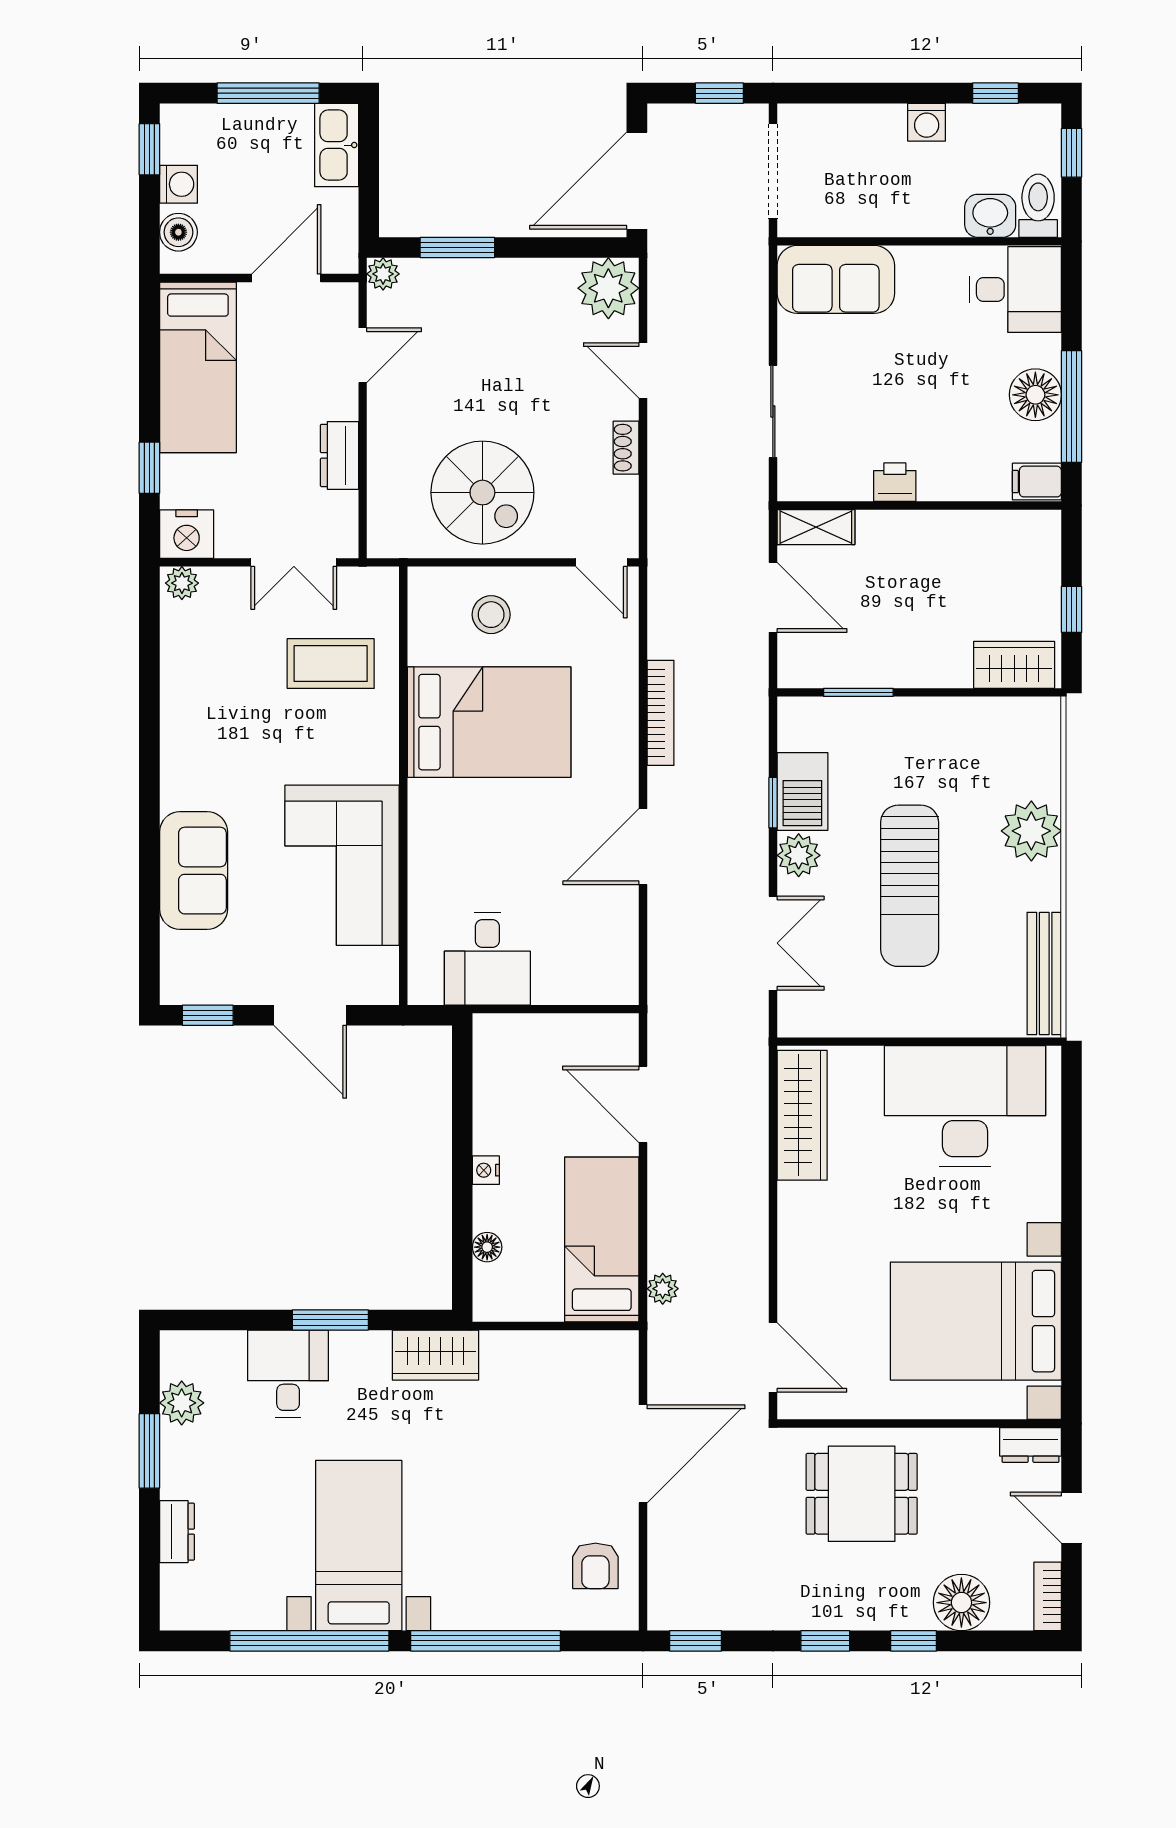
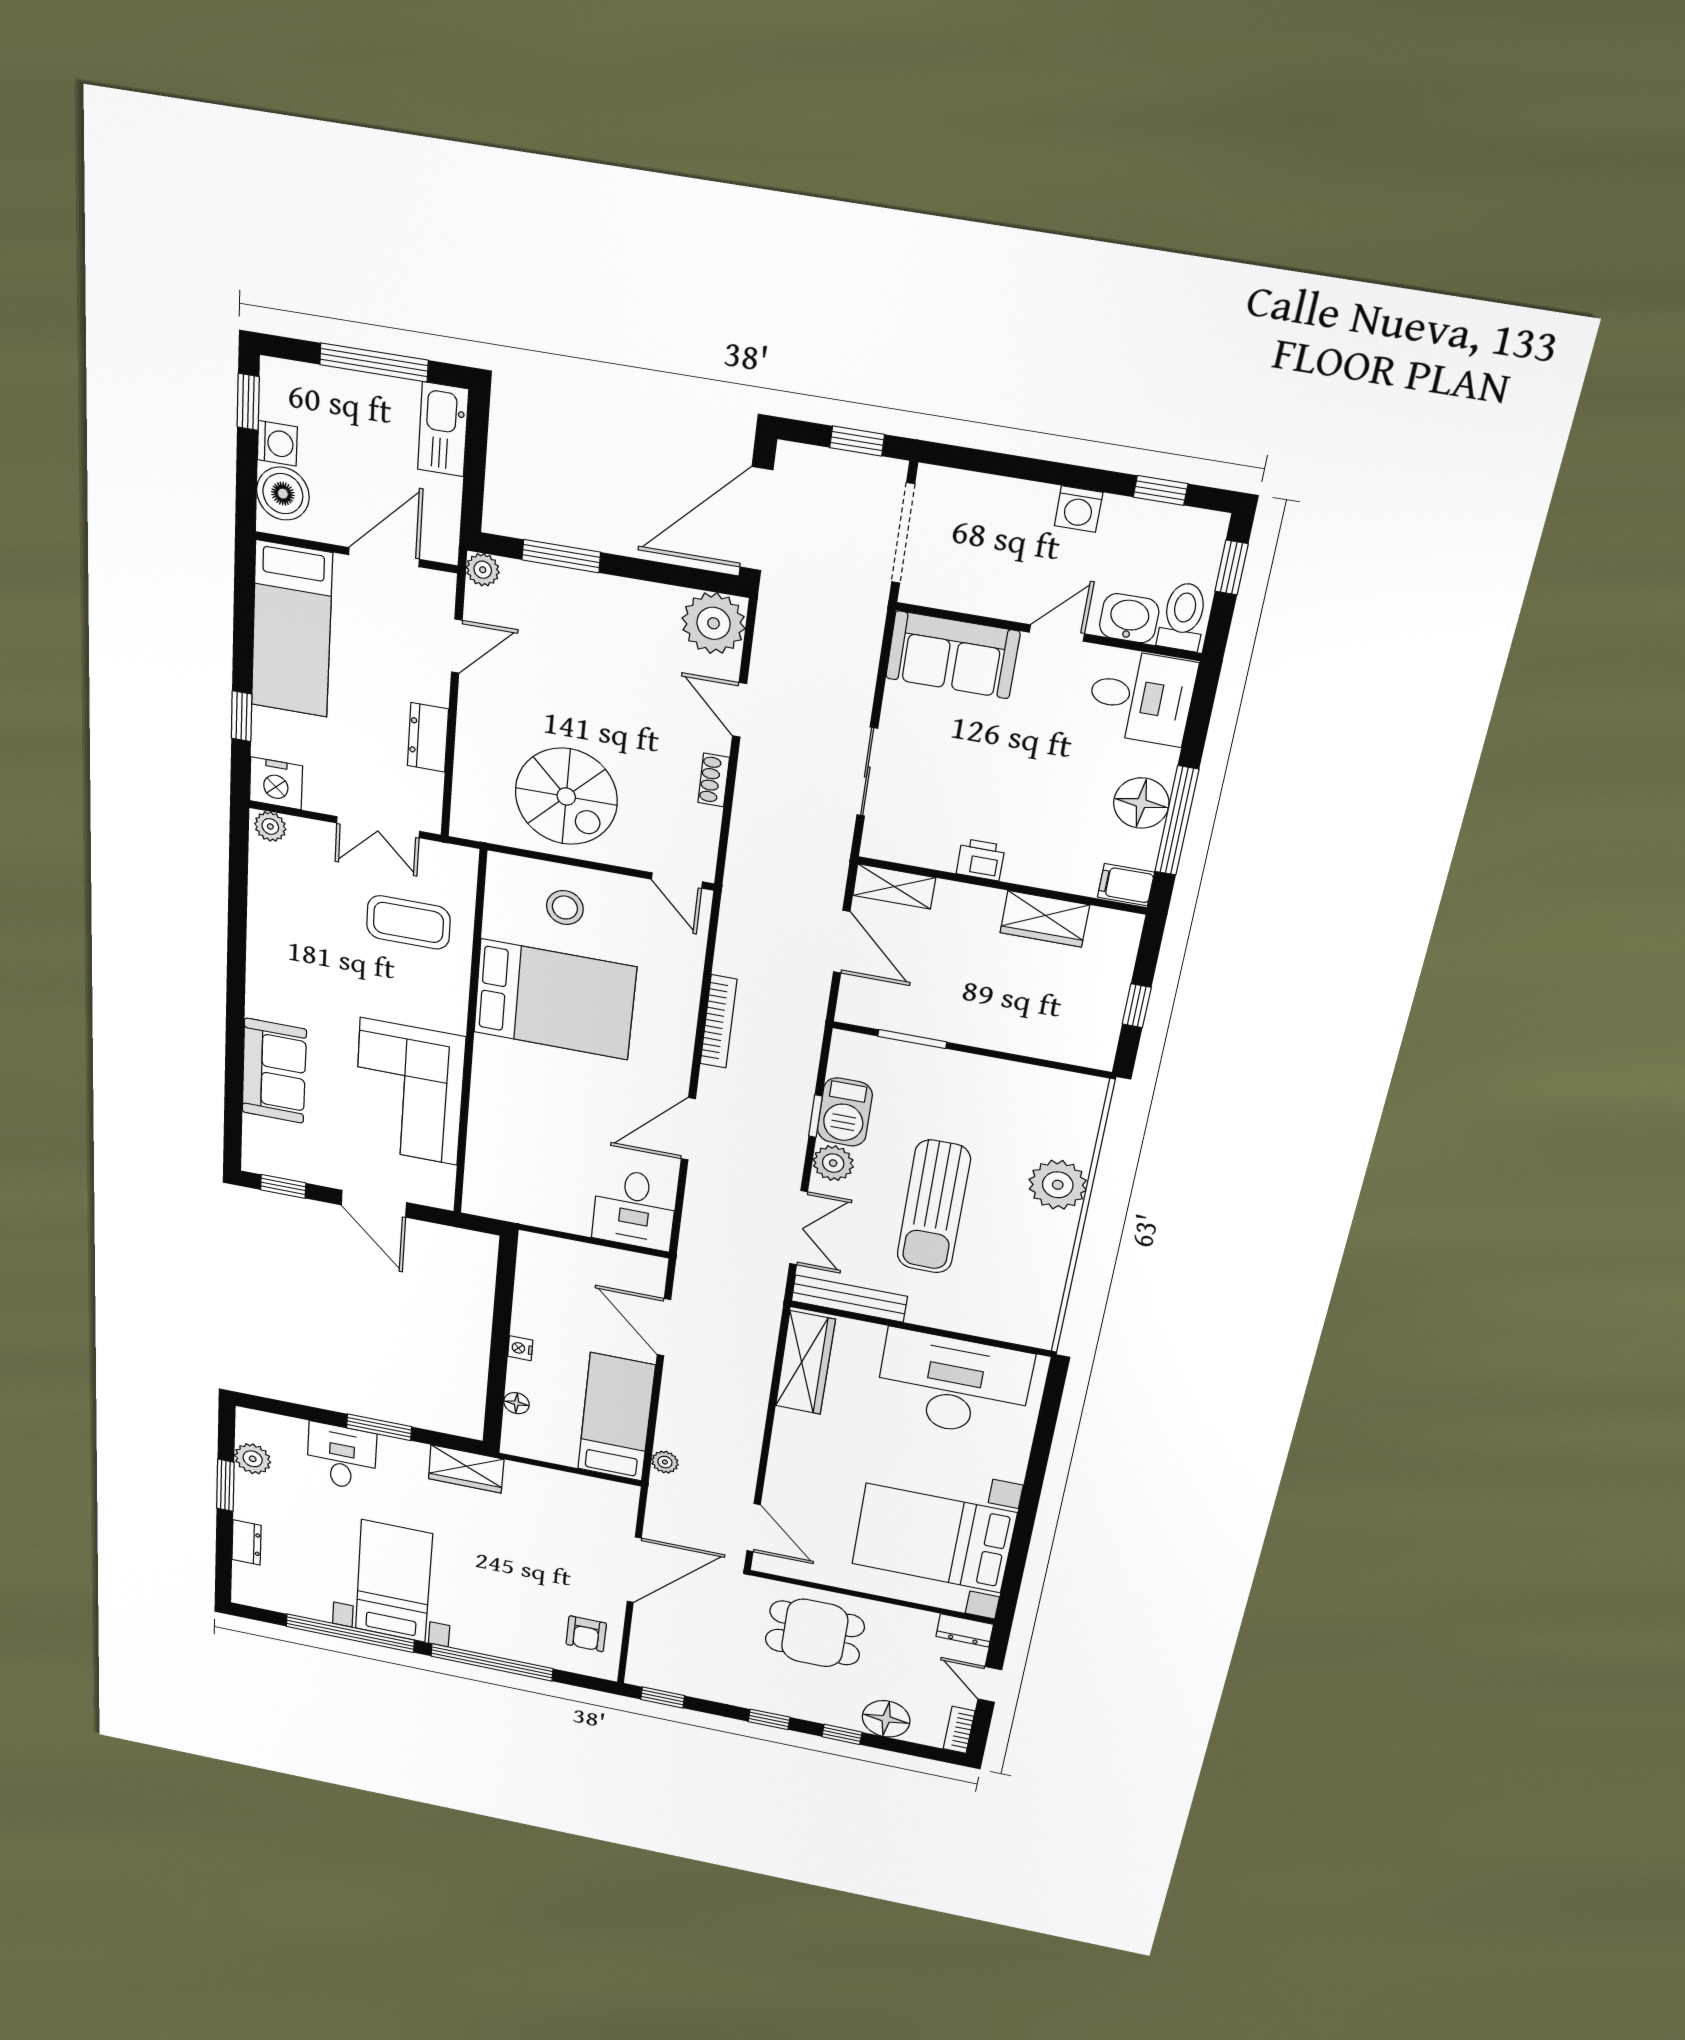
boiler: (178, 232) -> (283, 494), width x1.36, depth x1.36
door: (928, 241) -> (1057, 633), added
wardrobe: (1014, 665) -> (1045, 919), moved, turned 180
desk: (487, 959) -> (634, 1209), moved
bench: (1044, 974) -> (849, 1299), moved, turned 90

